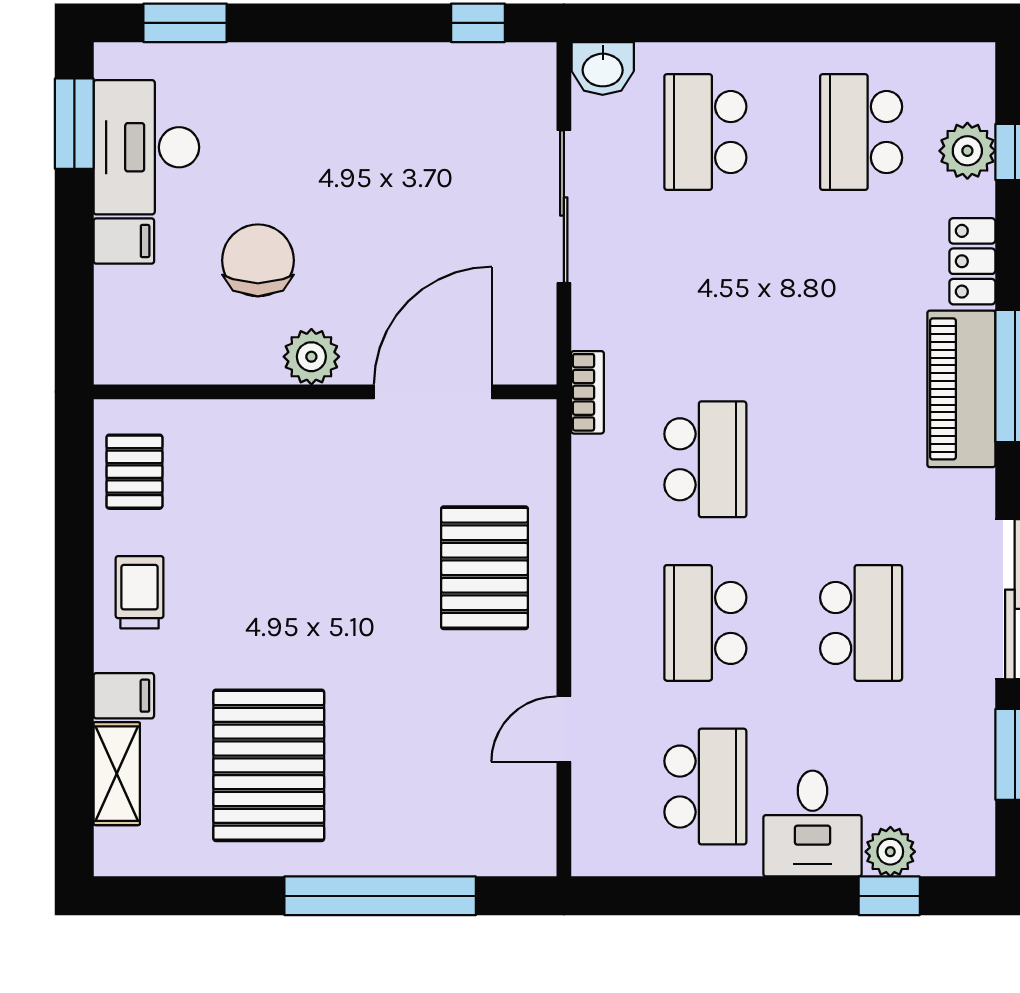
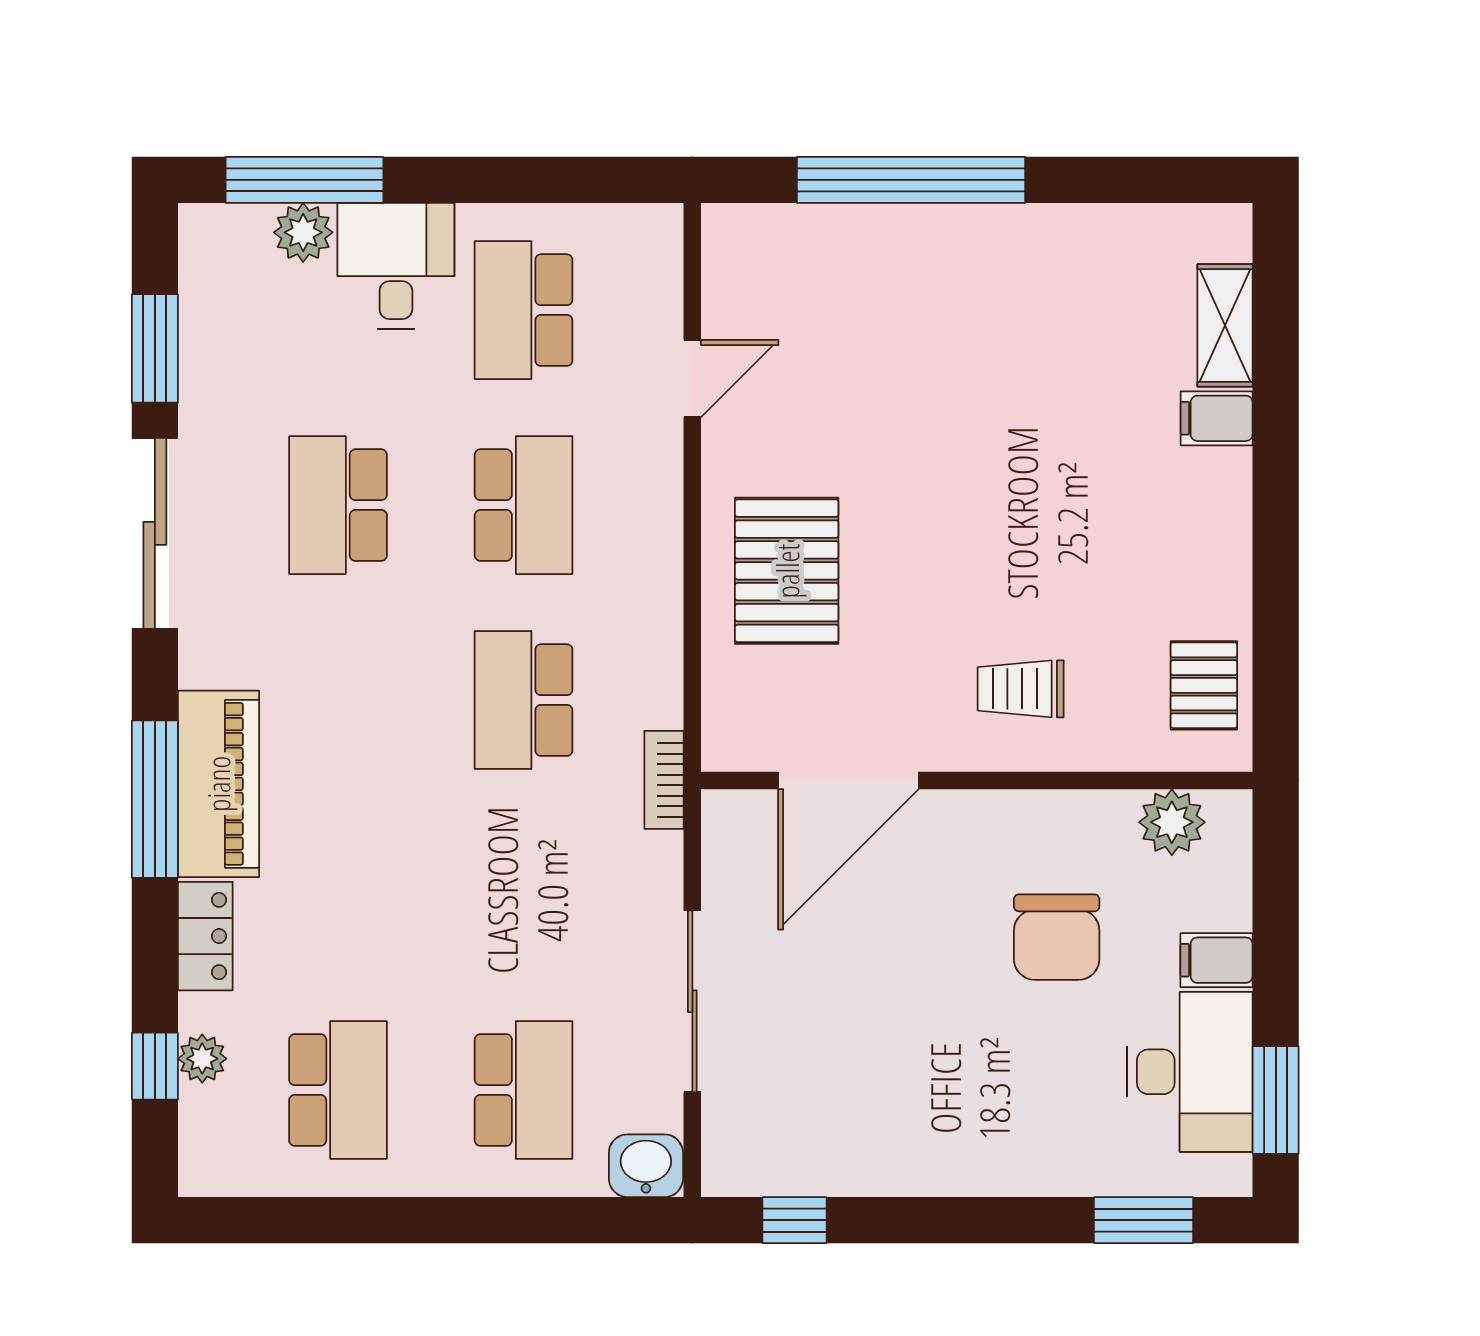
plant: (967, 151) -> (202, 1059), width x0.73, depth x0.73
plant: (311, 357) -> (1172, 822), moved
trolley: (140, 592) -> (1021, 689), moved, turned 90
pallet: (269, 765) -> (1044, 335), removed
window: (889, 896) -> (304, 180), width x2.17

